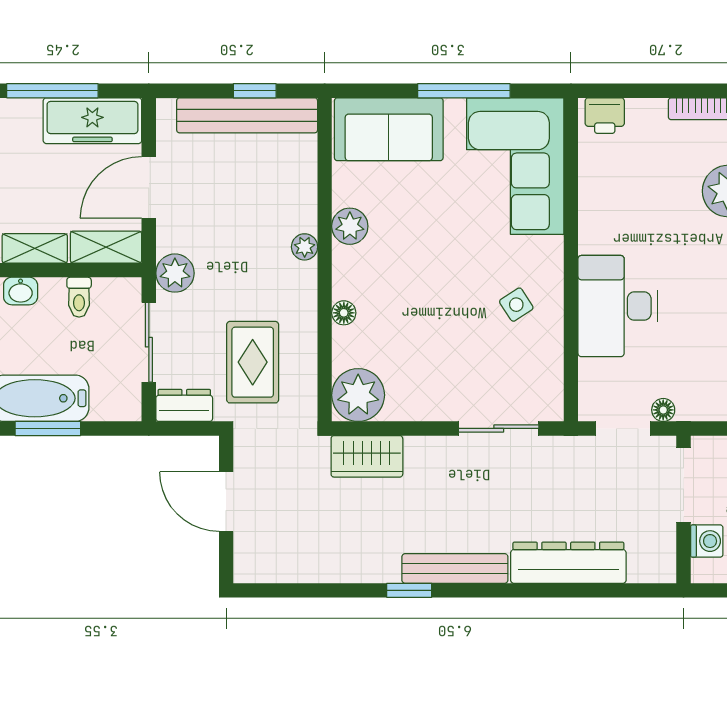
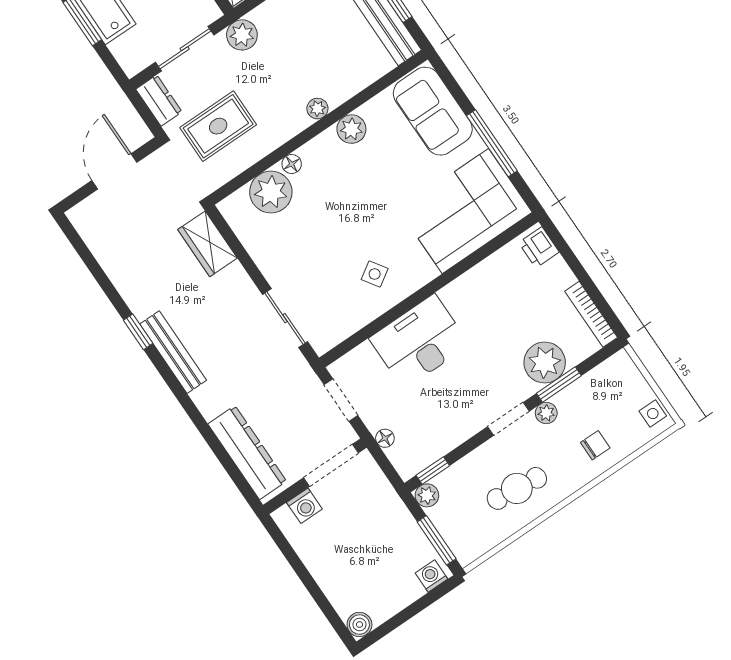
plant: (358, 395) -> (271, 192), moved
floor lamp: (663, 410) -> (385, 438), moved
dresser: (568, 563) -> (247, 453), moved

